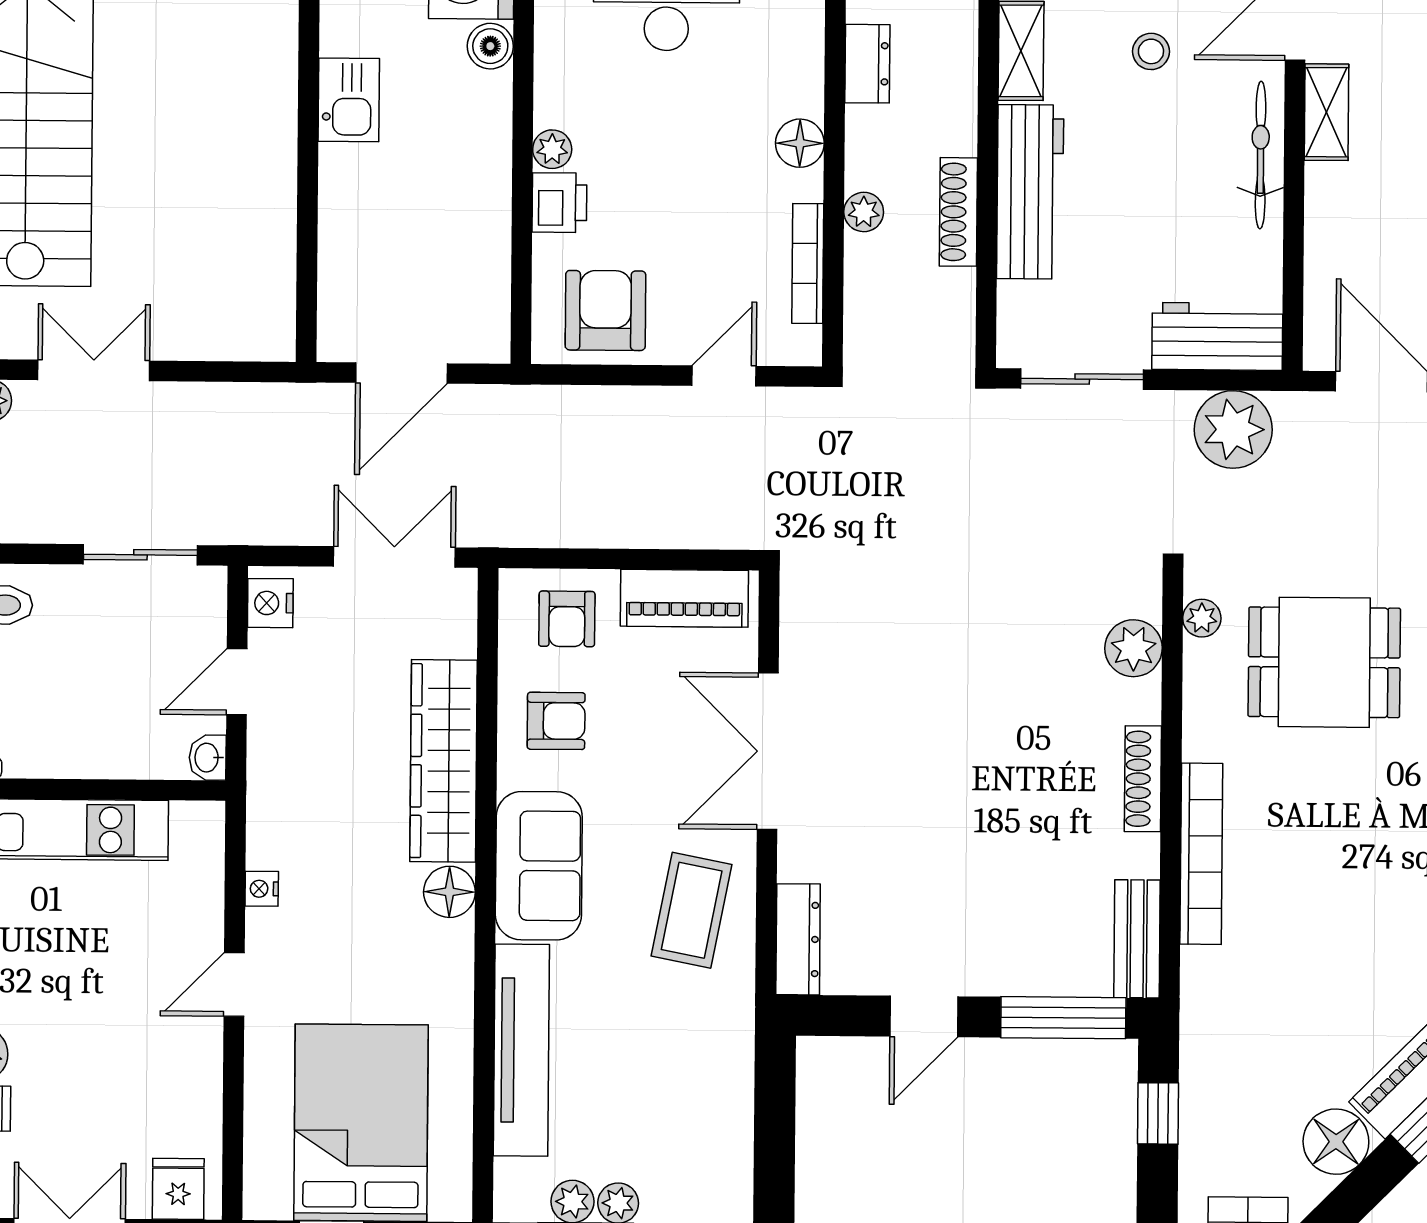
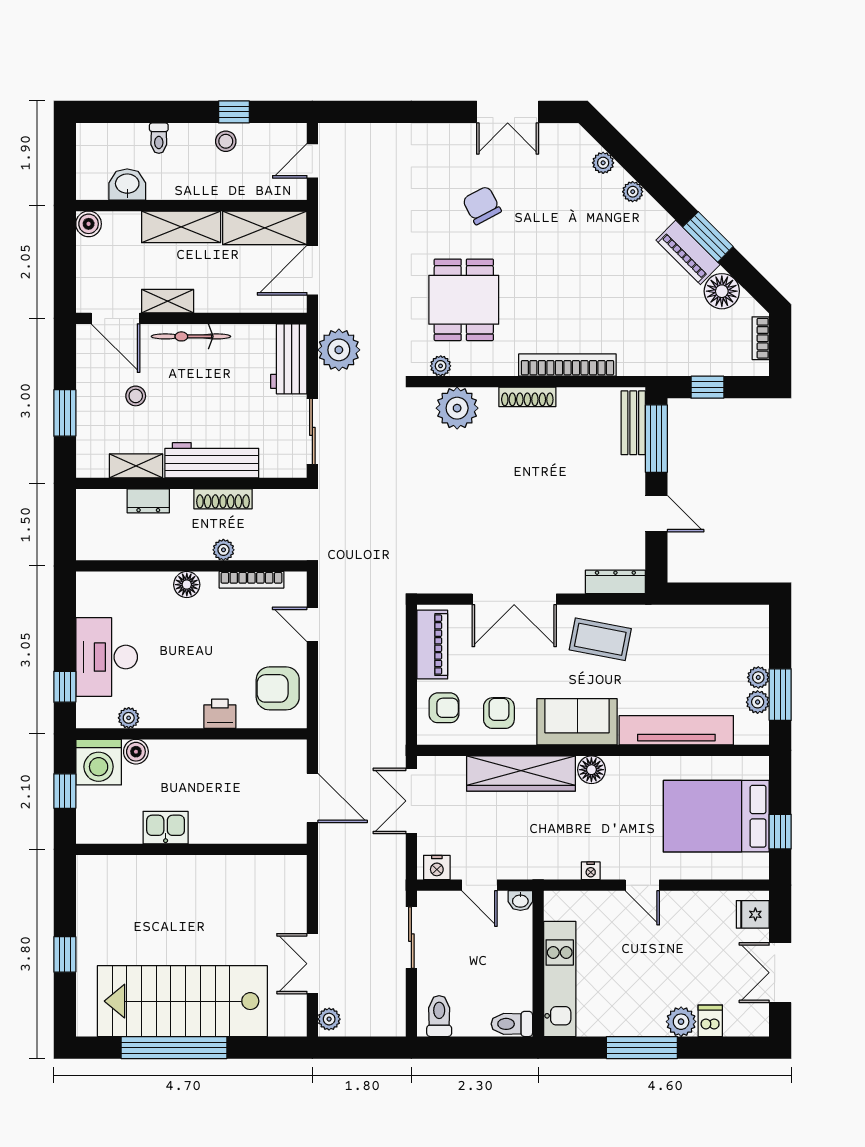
dresser: (867, 64) -> (148, 501), moved, turned 180
plant: (552, 149) -> (129, 718), moved
plant: (1134, 648) -> (457, 408), width x1.36, depth x1.36
bench: (1137, 939) -> (633, 423), moved, turned 90

